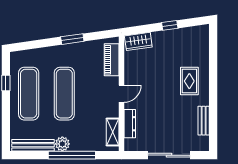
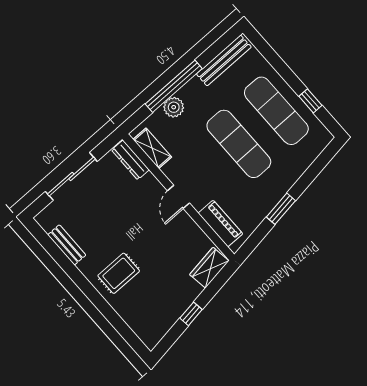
rug: (189, 81) -> (119, 273), turned 90
dresser: (130, 124) -> (130, 160), moved
plant: (62, 144) -> (174, 107), moved

